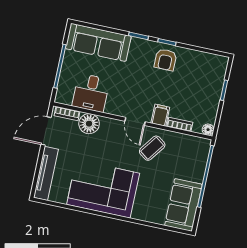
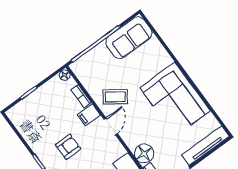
armchair: (165, 60) -> (68, 147), moved

